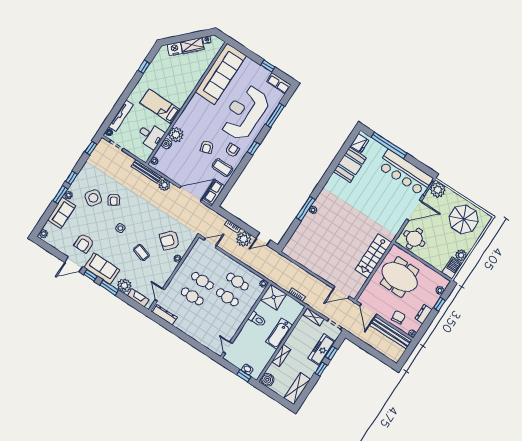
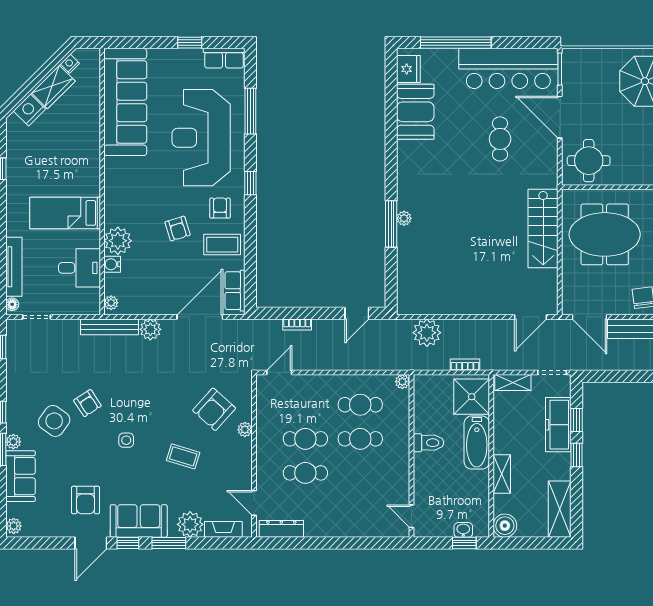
plant: (438, 190) -> (576, 62), removed
cafe table: (380, 202) -> (500, 139), added
door: (414, 210) -> (560, 117), swing flipped
plant: (244, 239) -> (427, 333), moved
shower: (274, 297) -> (472, 397), moved

